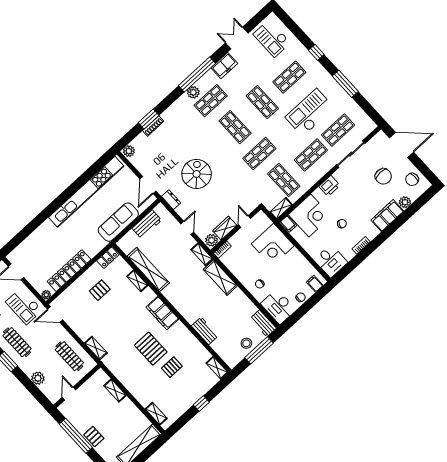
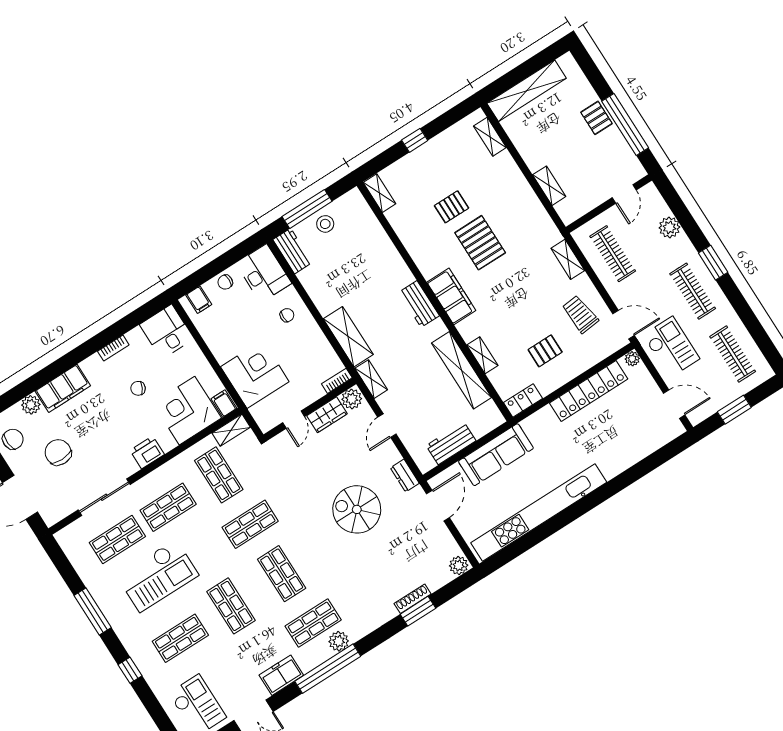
spiral stairs: (197, 174) -> (357, 509), turned 90
trolley: (82, 316) -> (580, 314), added
workbench: (205, 331) -> (419, 304), moved

